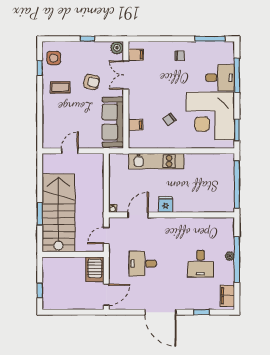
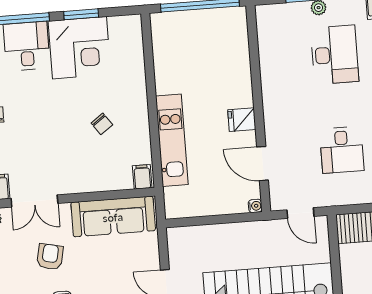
corner desk: (210, 116) -> (80, 48), width x0.74, depth x0.74
filing cabinet: (136, 125) -> (142, 177), moved
window: (237, 130) -> (81, 14), moved
desk: (200, 264) -> (335, 55), width x1.37

